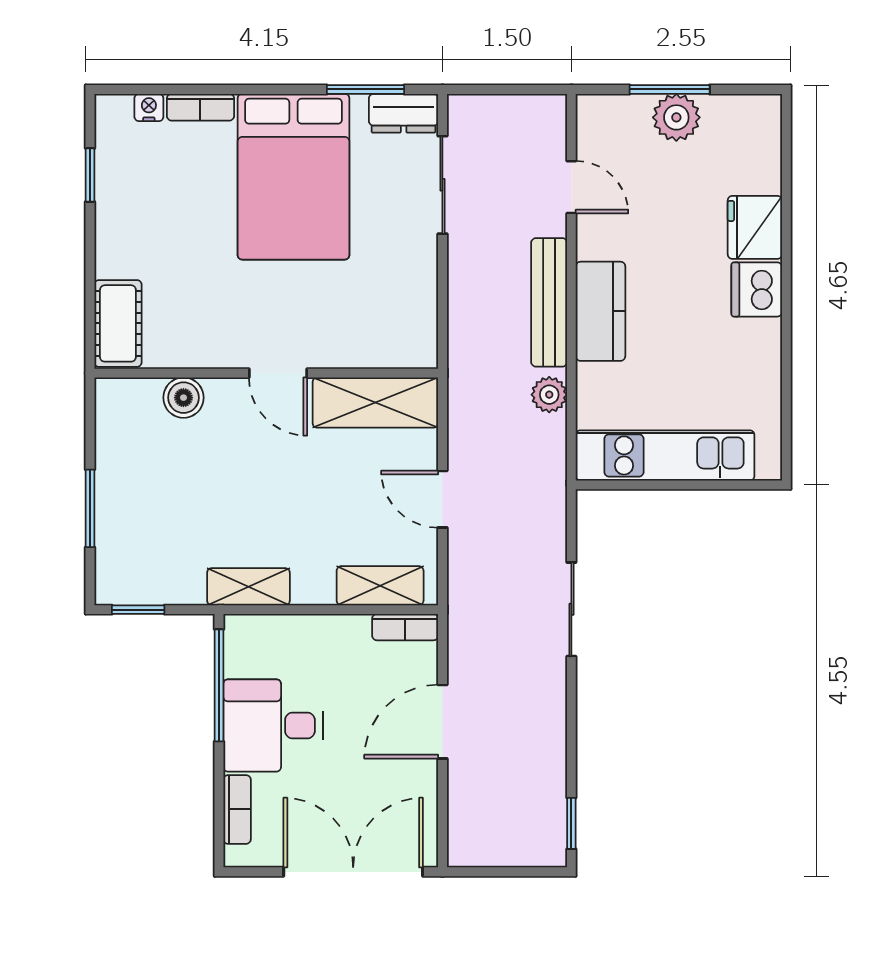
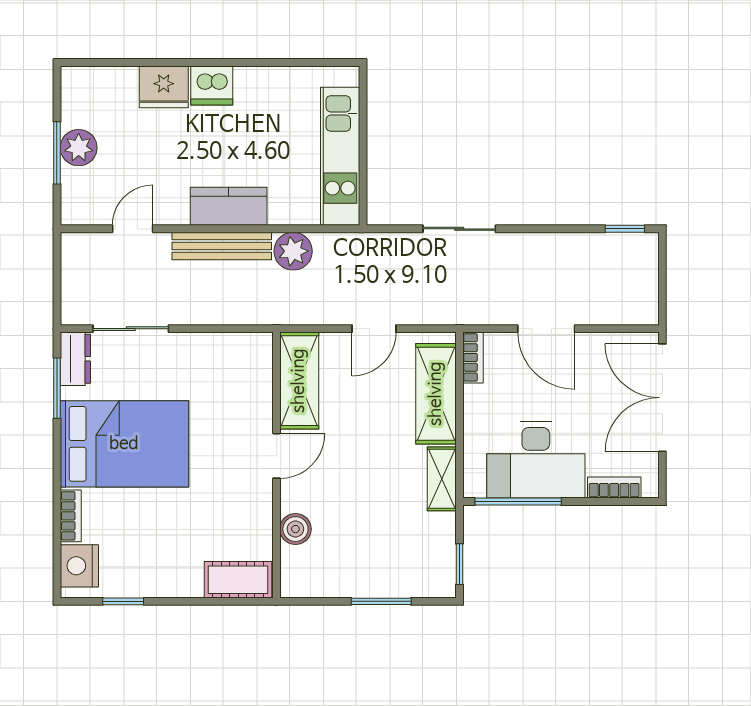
nightstand: (149, 107) -> (79, 566), width x1.89, depth x1.79
plant: (549, 395) -> (293, 251), width x1.38, depth x1.38
shelving: (380, 586) -> (436, 394), width x1.50, depth x1.33
desk: (273, 725) -> (536, 460), width x1.37

